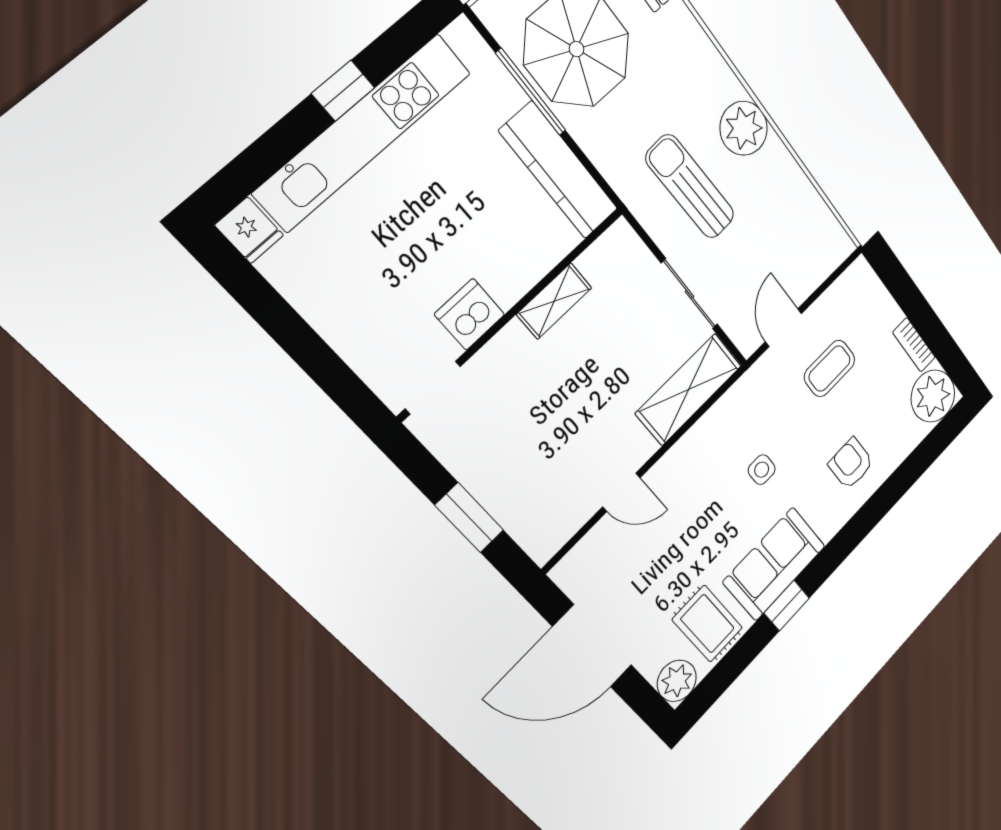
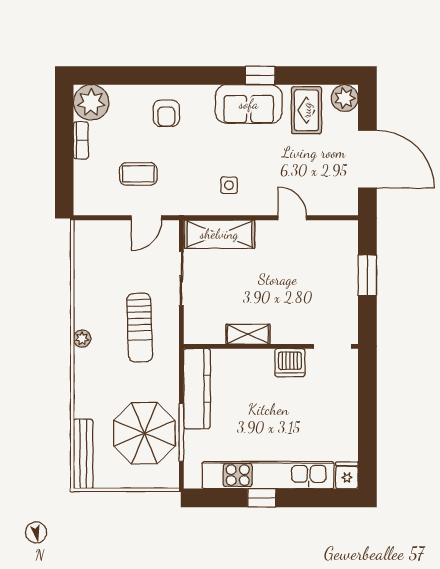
plant: (744, 128) -> (82, 339), width x0.53, depth x0.53
side table: (762, 470) -> (229, 185), moved

